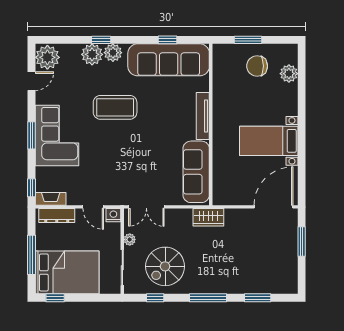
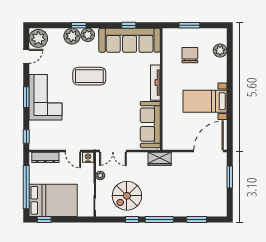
chair: (257, 66) -> (190, 55), moved, turned 90
fireplace: (51, 199) -> (41, 145), removed
window: (31, 255) -> (26, 187), width x1.46
window: (155, 298) -> (132, 219), moved

